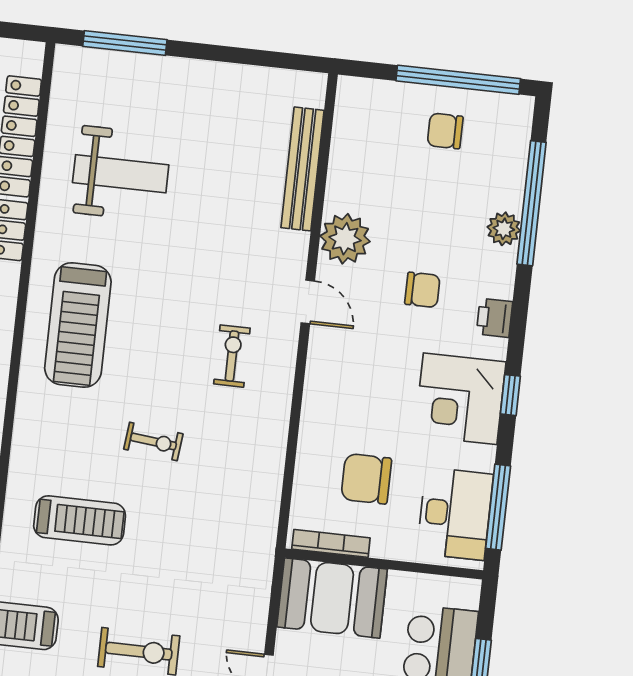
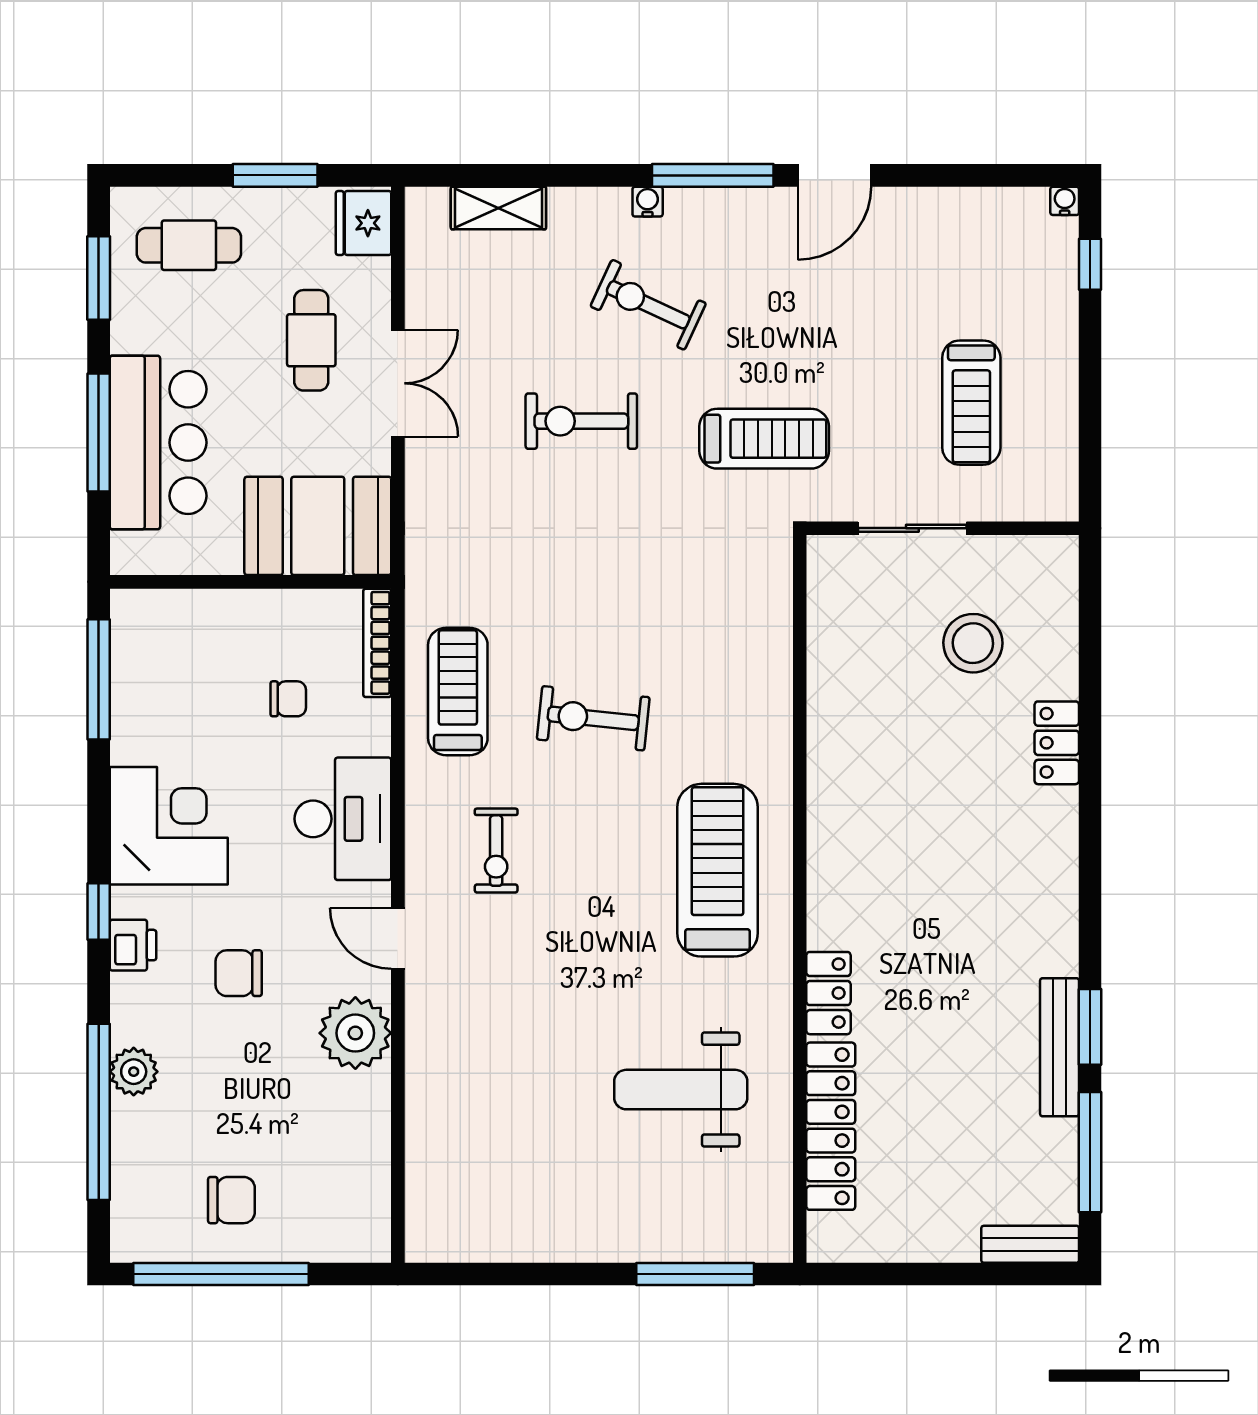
bench: (303, 169) -> (426, 1125), removed
window: (510, 395) -> (99, 911), moved
exercise bike: (153, 441) -> (593, 718), width x1.38, depth x1.39
chair: (366, 479) -> (288, 699), width x0.54, depth x0.54
desk: (455, 514) -> (343, 819), moved, turned 180
treadmill: (80, 520) -> (458, 692), moved, turned 90
bookcase: (331, 543) -> (377, 643), moved, turned 90

